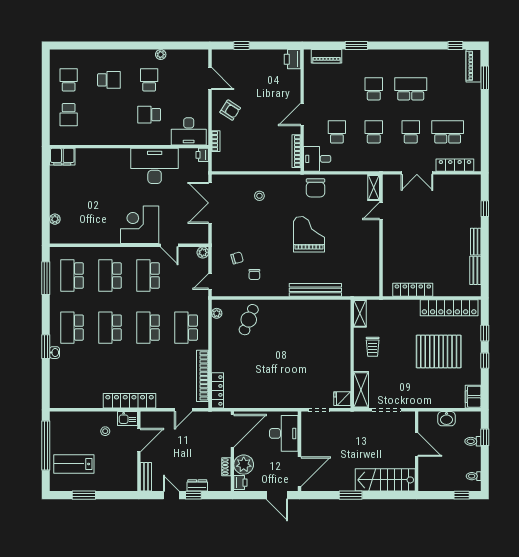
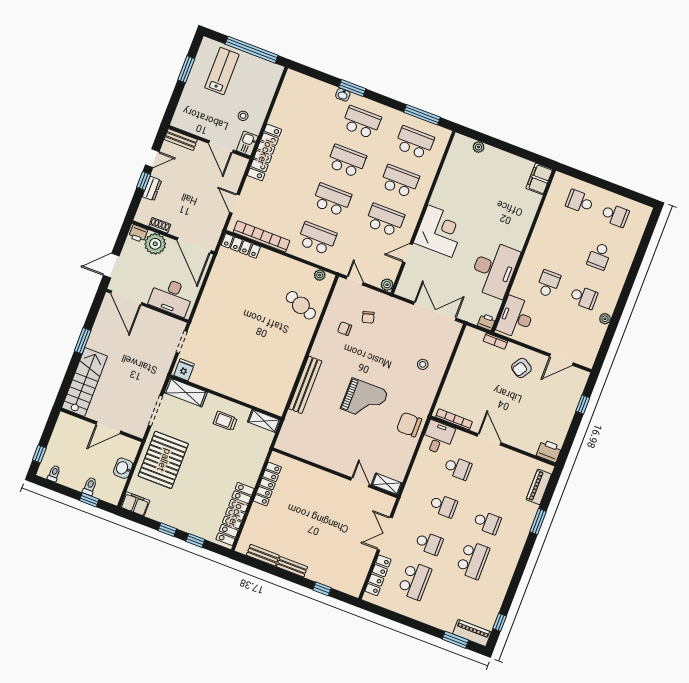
pallet: (439, 351) -> (163, 460), moved

